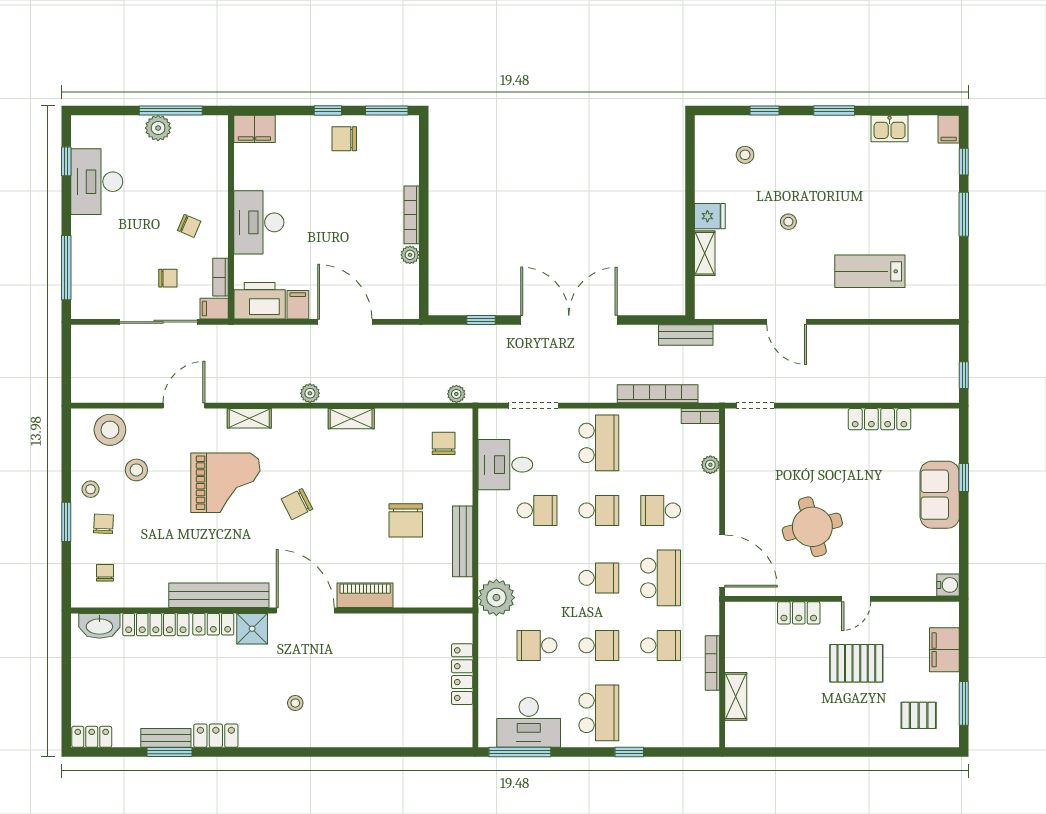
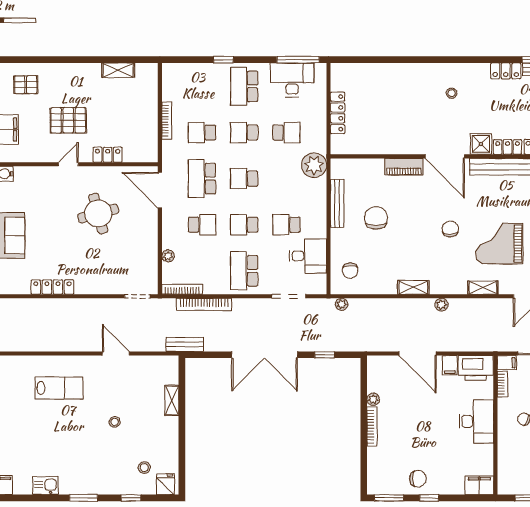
fridge: (710, 216) -> (165, 484), moved, turned 90
bookcase: (700, 416) -> (182, 289), width x1.56
chair: (297, 504) -> (450, 229), turned -63
shelving: (736, 696) -> (118, 70), moved, turned 90

